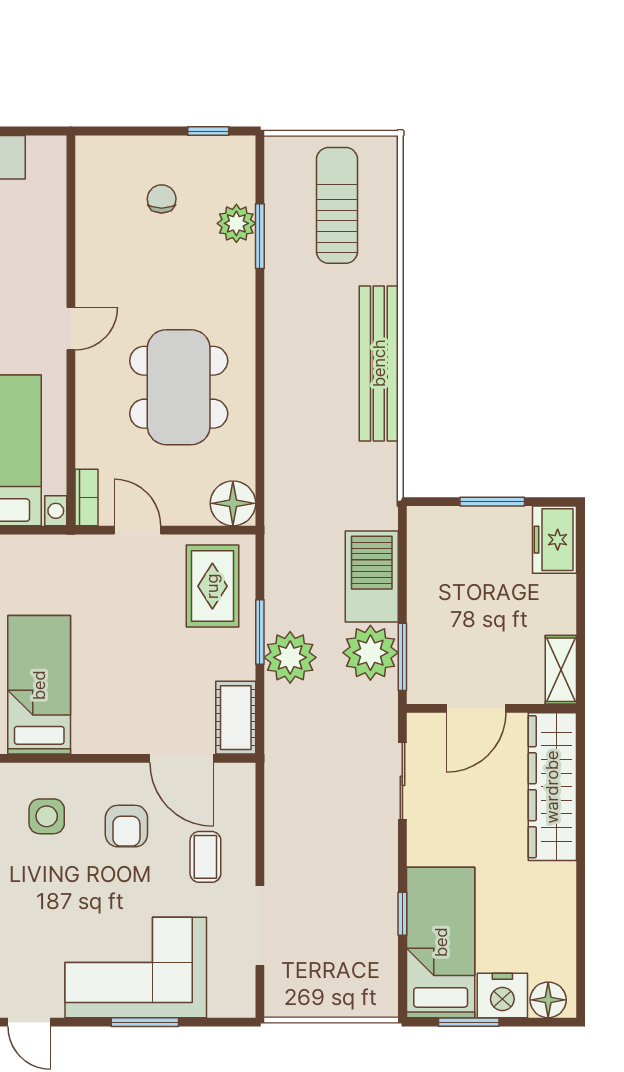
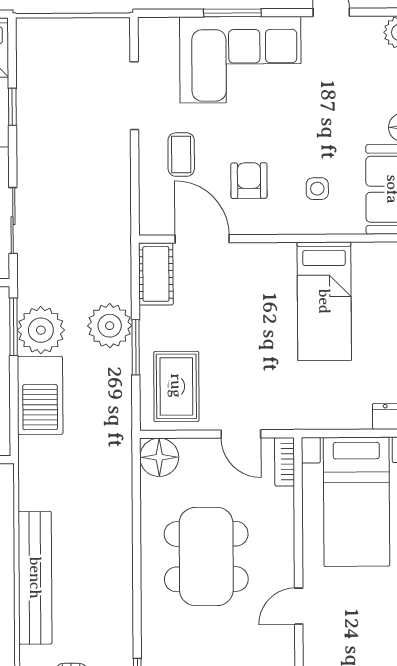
side table: (47, 816) -> (317, 189), width x0.73, depth x0.73

